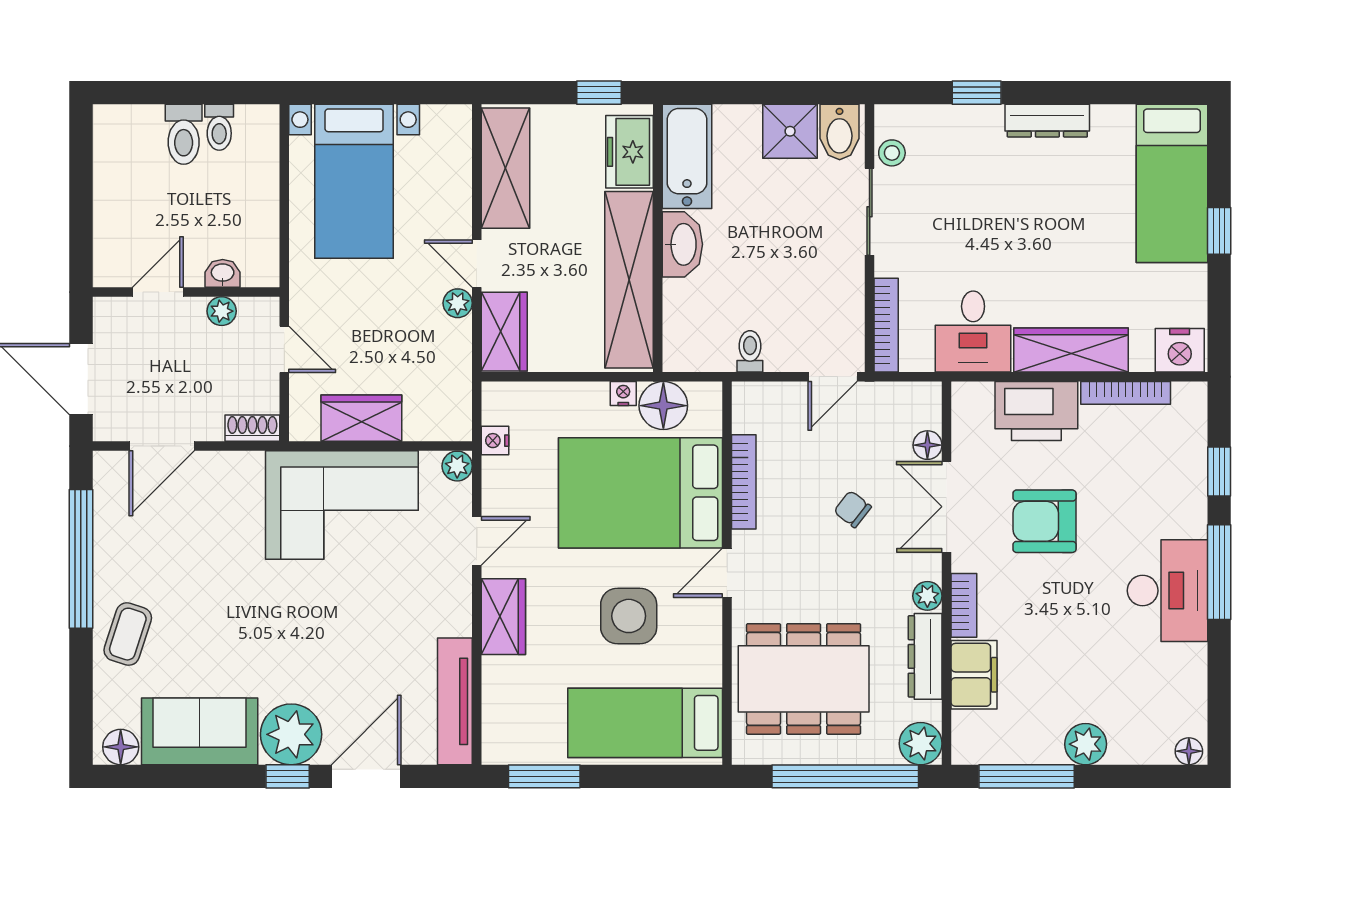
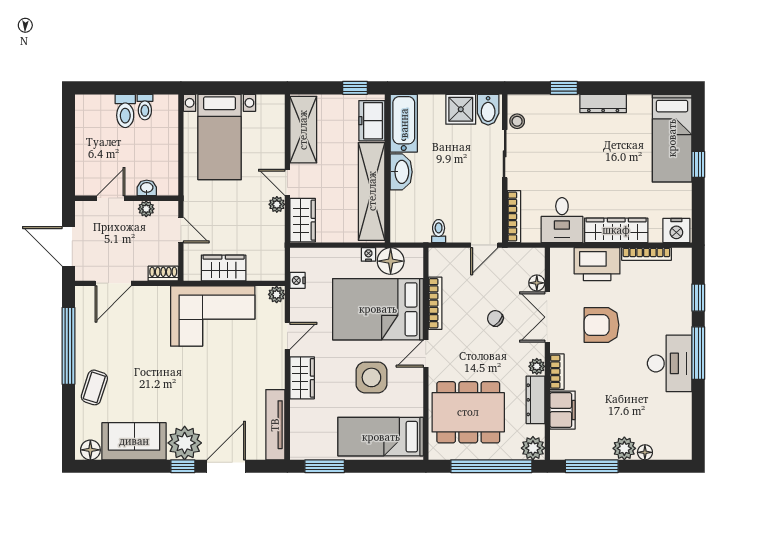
floor lamp: (1189, 751) -> (645, 452), moved

